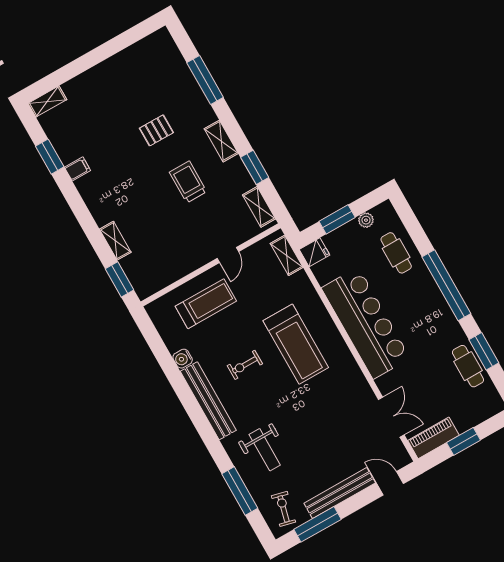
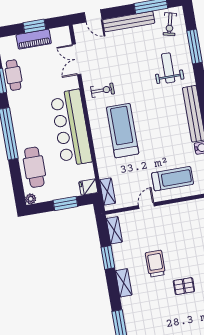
pallet: (156, 130) -> (184, 286), moved
trolley: (188, 182) -> (155, 264), turned 180
plant: (366, 220) -> (31, 199), moved
cafe table: (396, 253) -> (34, 167), width x1.37, depth x1.35
treadmill: (206, 304) -> (172, 179), turned 180
exercise bike: (245, 365) -> (102, 90), moved
piano: (433, 438) -> (34, 39), moved

